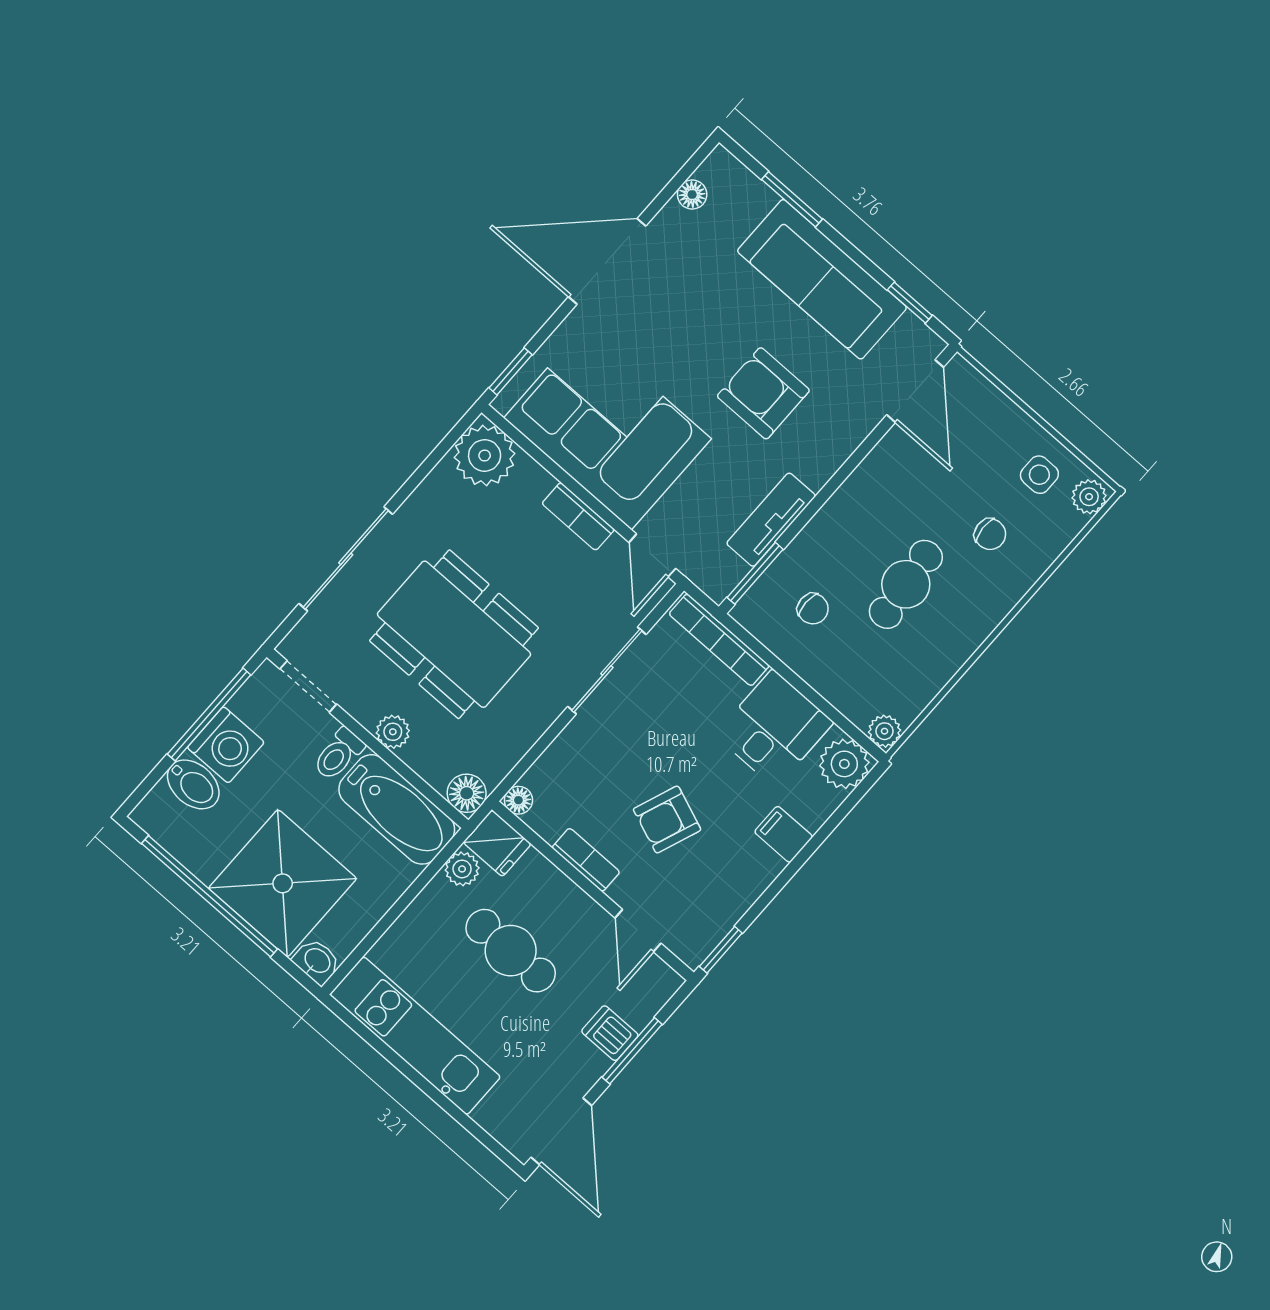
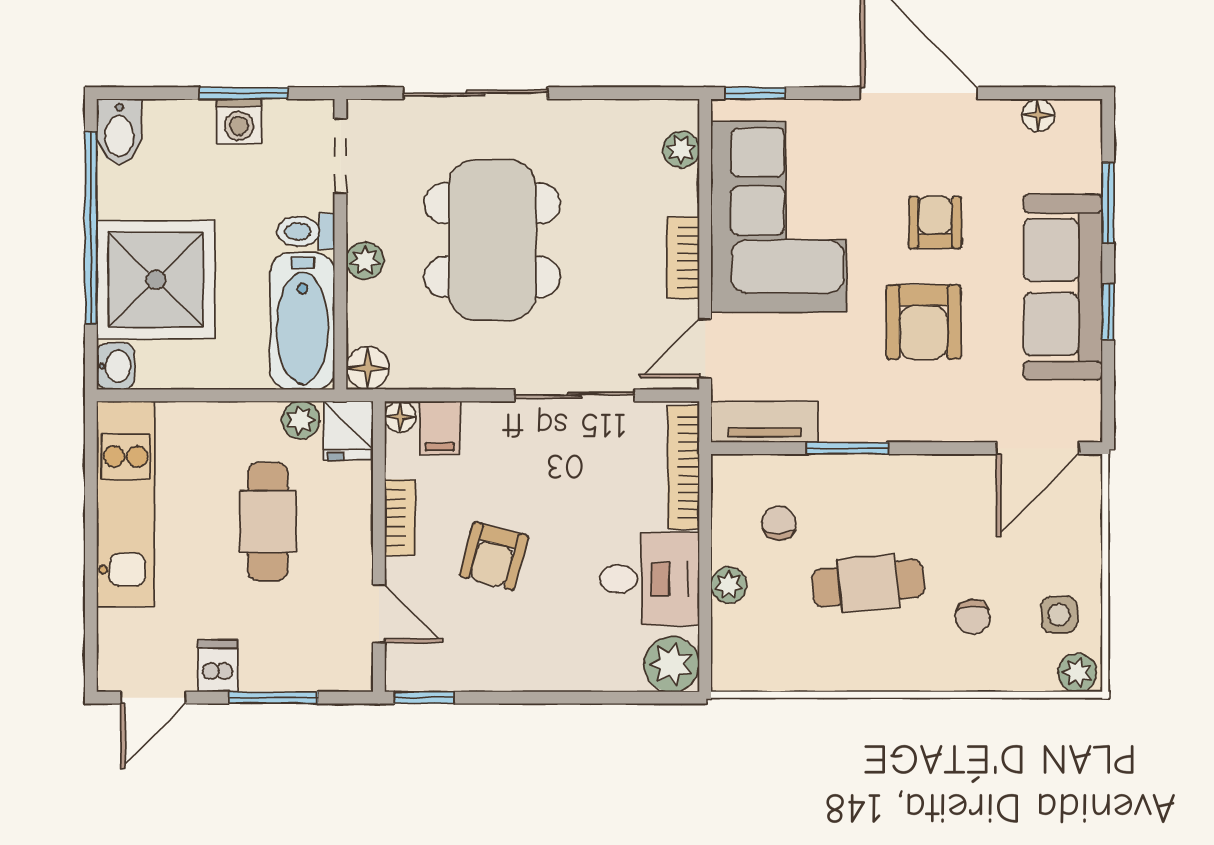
window: (910, 303) -> (1108, 311), moved
armchair: (703, 327) -> (935, 222), added
armchair: (763, 393) -> (924, 322), turned 180
plant: (485, 456) -> (681, 149), width x0.53, depth x0.53
tv unit: (771, 520) -> (764, 422), moved
window: (755, 573) -> (848, 448), moved
chair: (813, 609) -> (779, 523), turned 180
window: (209, 714) -> (244, 93), width x0.69
plant: (885, 731) -> (729, 585), moved
washing machine: (226, 745) -> (239, 121), width x0.73, depth x0.73
bidet: (193, 784) -> (119, 132), moved
armchair: (667, 819) -> (494, 556), turned -96
filing cabinet: (784, 834) -> (440, 428), moved, turned 180
door: (638, 931) -> (379, 614), swing flipped
dishwasher: (610, 1033) -> (218, 666), moved
door: (561, 1131) -> (153, 698), width x0.73

